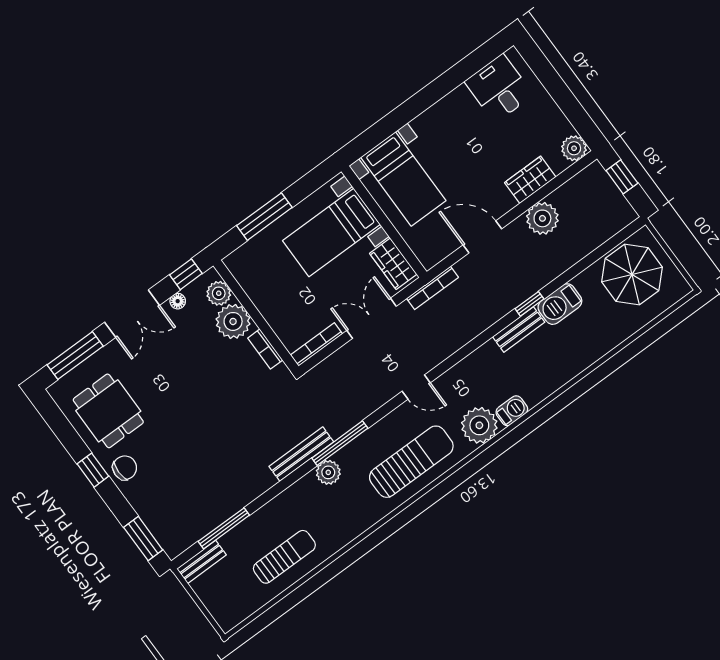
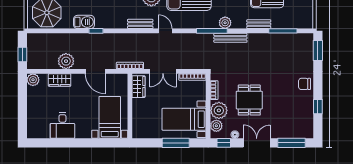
desk: (499, 88) -> (62, 125), moved
bed with nightstands: (331, 233) -> (184, 119), moved, turned 180
bench: (519, 329) -> (140, 24), moved
dining table: (108, 411) -> (249, 100), moved
window: (93, 470) -> (318, 107), moved
bench: (202, 562) -> (259, 24), moved

